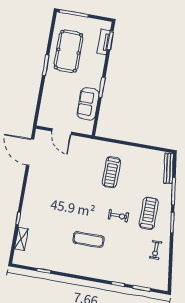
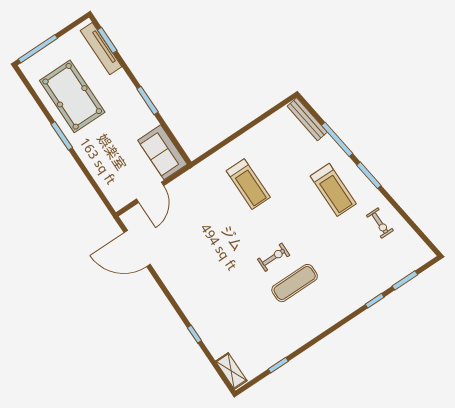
tv unit: (104, 42) -> (101, 49), width x1.41
sofa: (88, 104) -> (162, 152), moved
door: (62, 132) -> (150, 192), hinge flipped
treadmill: (149, 213) -> (333, 190), turned 180
exercise bike: (118, 216) -> (274, 257), moved
shelving: (21, 239) -> (231, 371), moved

